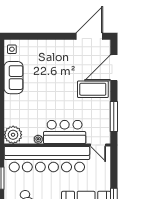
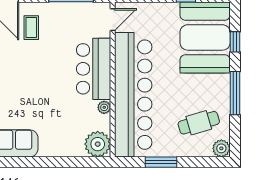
coffee table: (93, 89) -> (31, 28), width x0.54, depth x0.58

